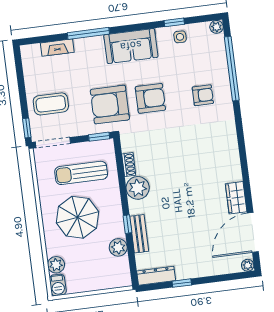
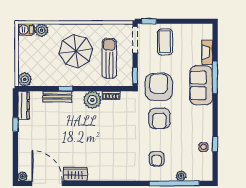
plant: (217, 27) -> (181, 176), moved
sofa: (131, 46) -> (201, 85), moved
plant: (118, 247) -> (25, 79), moved

